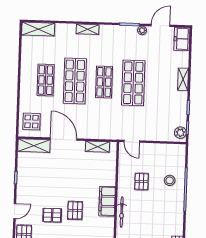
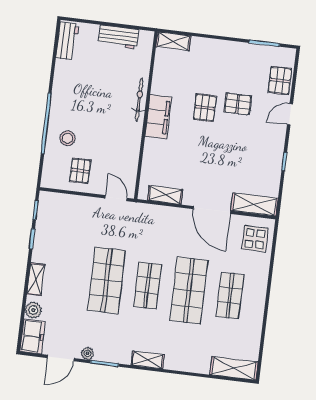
shelving: (88, 29) -> (148, 360), moved
plant: (180, 133) -> (33, 310), moved
pallet: (141, 182) -> (80, 171), moved

